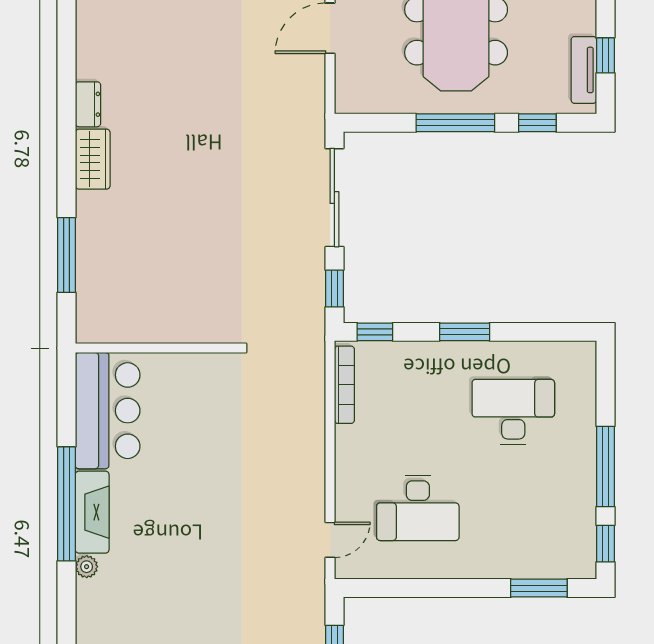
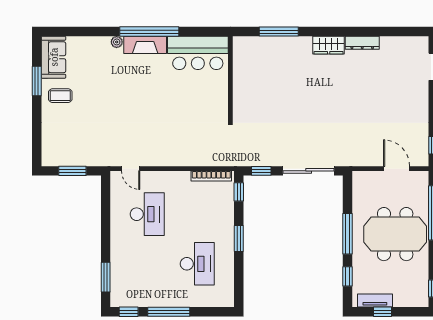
dresser: (88, 104) -> (362, 43), width x1.44
desk: (418, 508) -> (147, 214), turned 180

